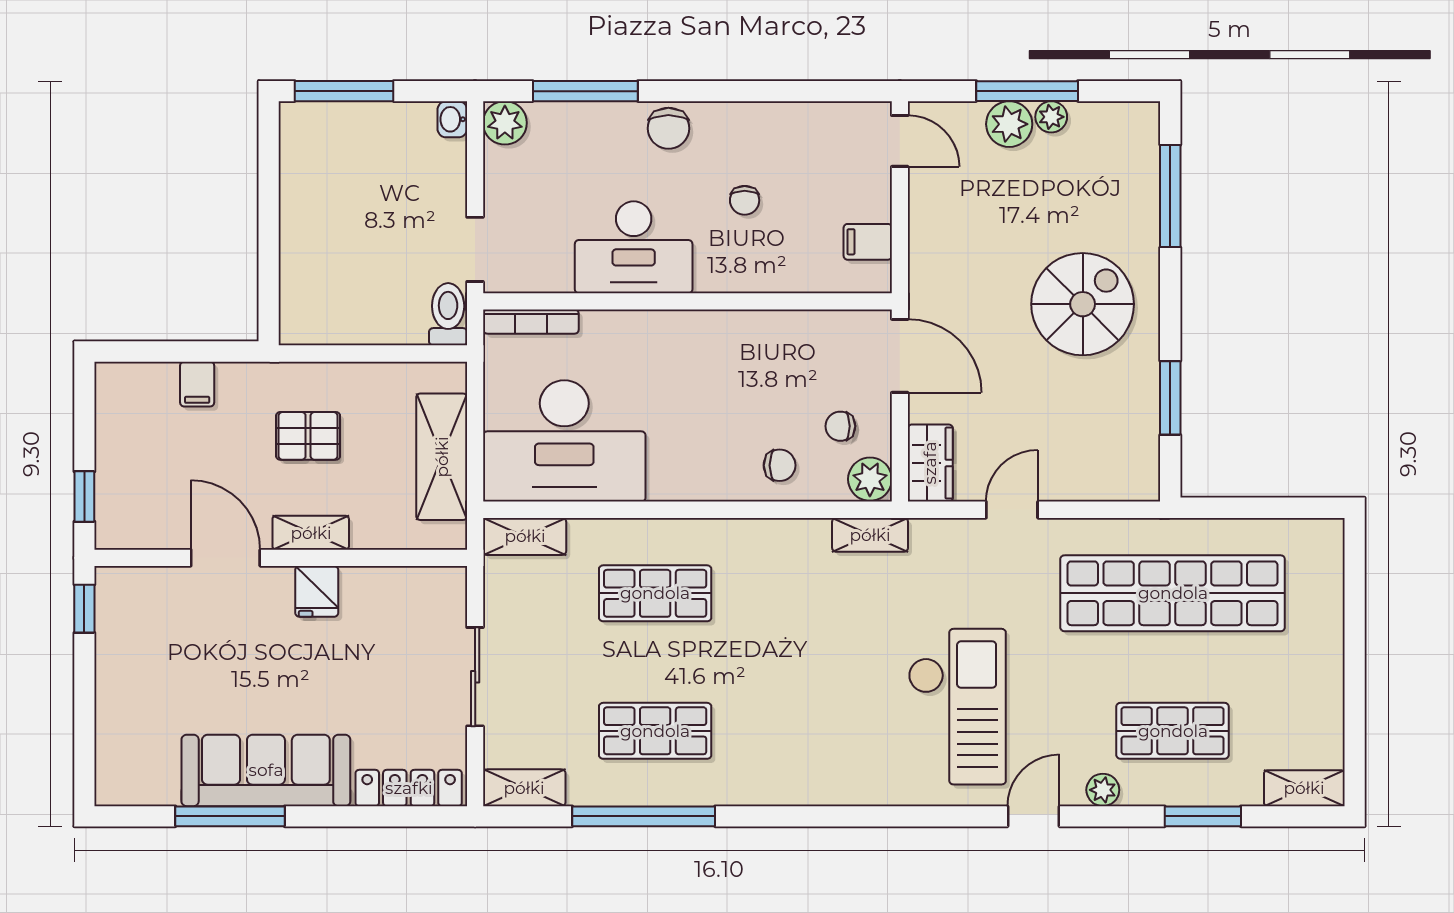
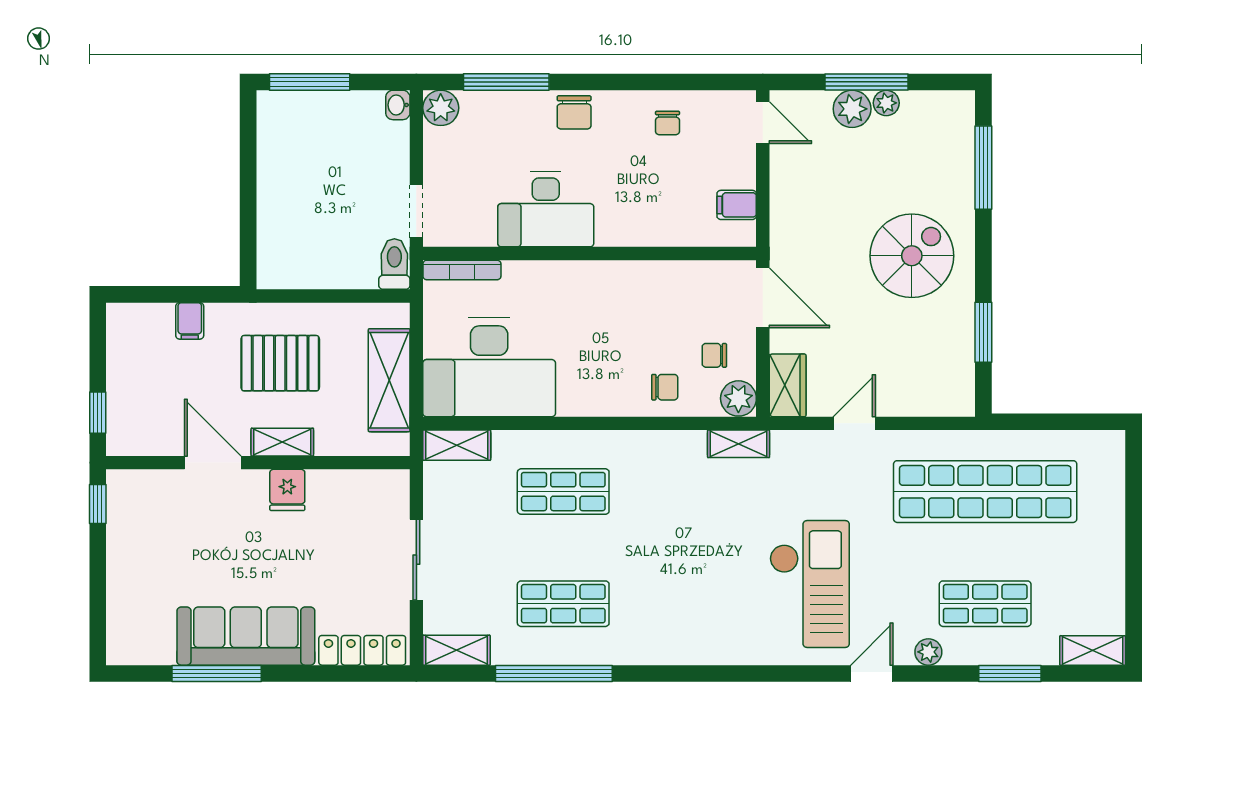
chair: (745, 200) -> (667, 123), moved
pallet: (308, 436) -> (280, 363), width x1.50, depth x1.42

